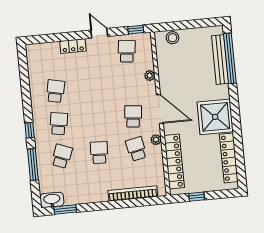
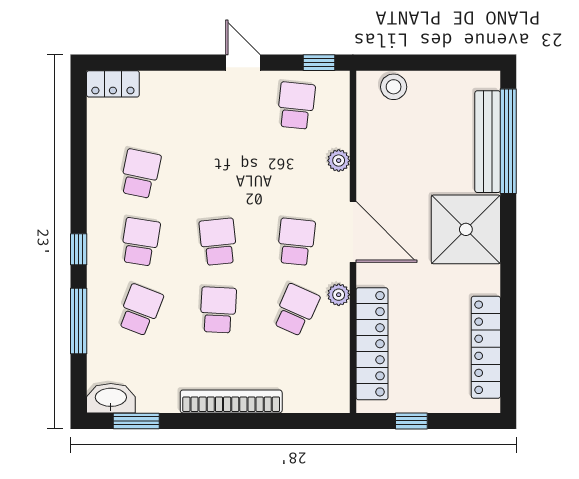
locker: (73, 46) -> (113, 84), moved
shower: (215, 117) -> (466, 229), moved
school desk: (96, 120) -> (218, 242), added
school desk: (136, 149) -> (296, 310), turned 36
bookcase: (133, 193) -> (231, 401), moved

